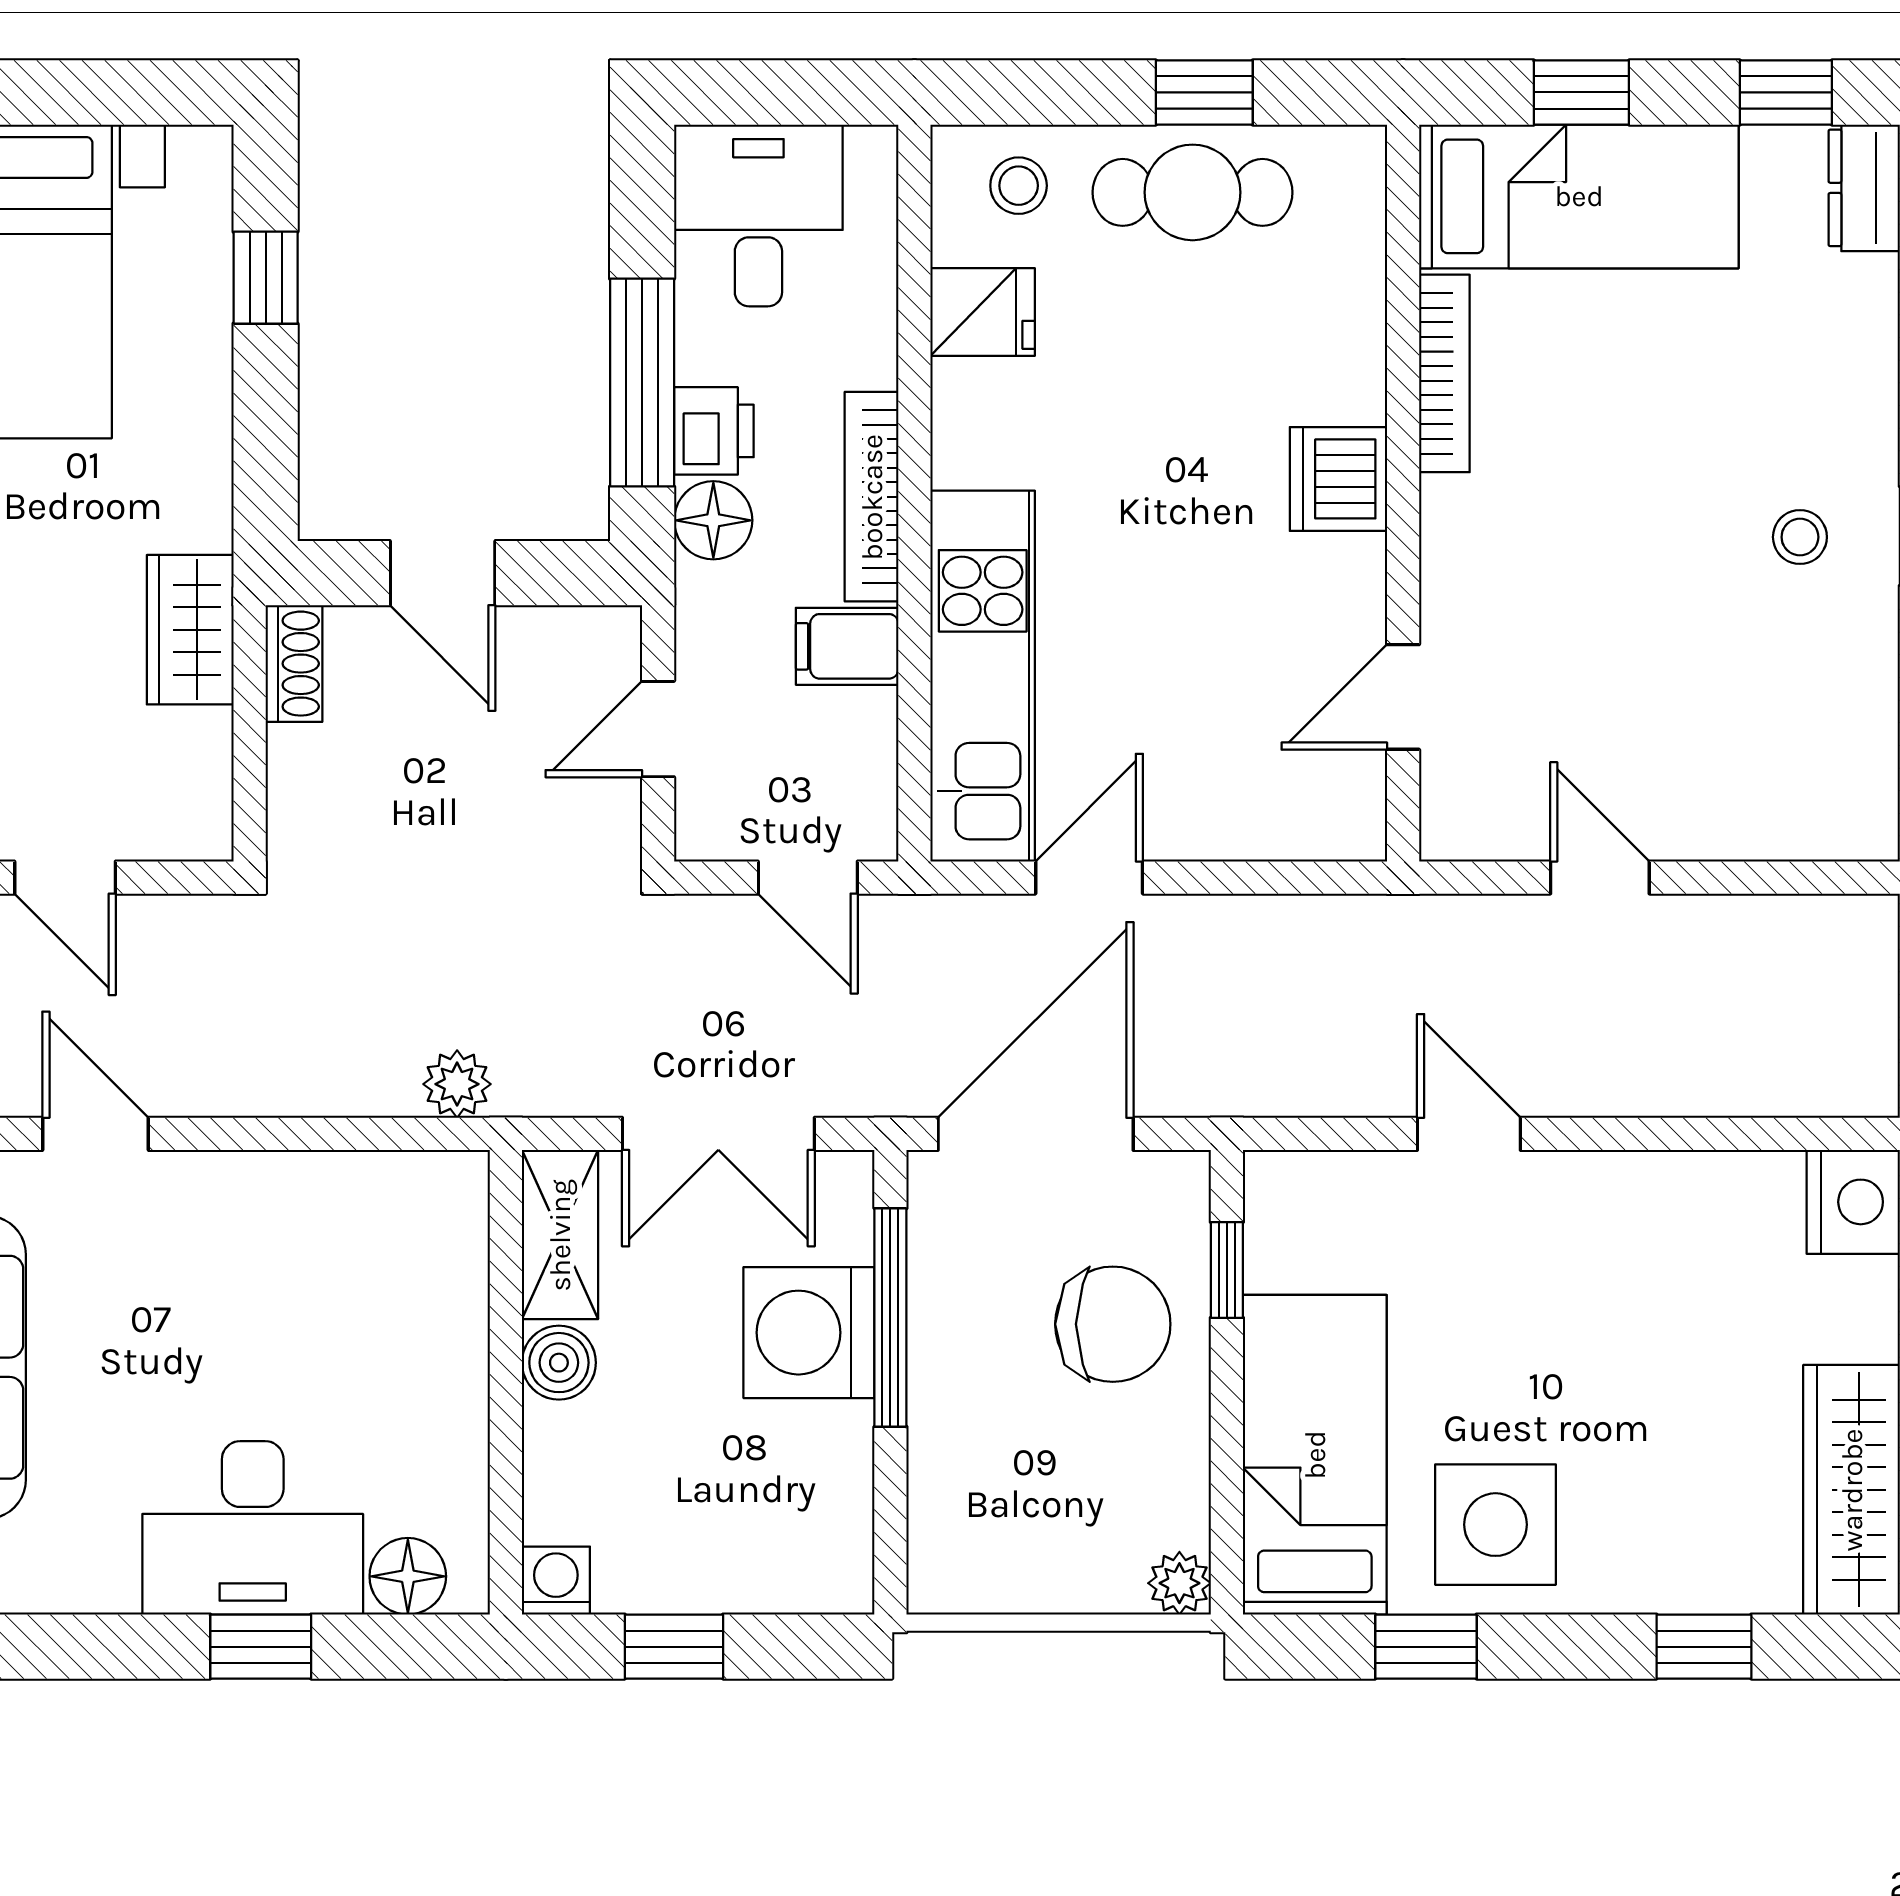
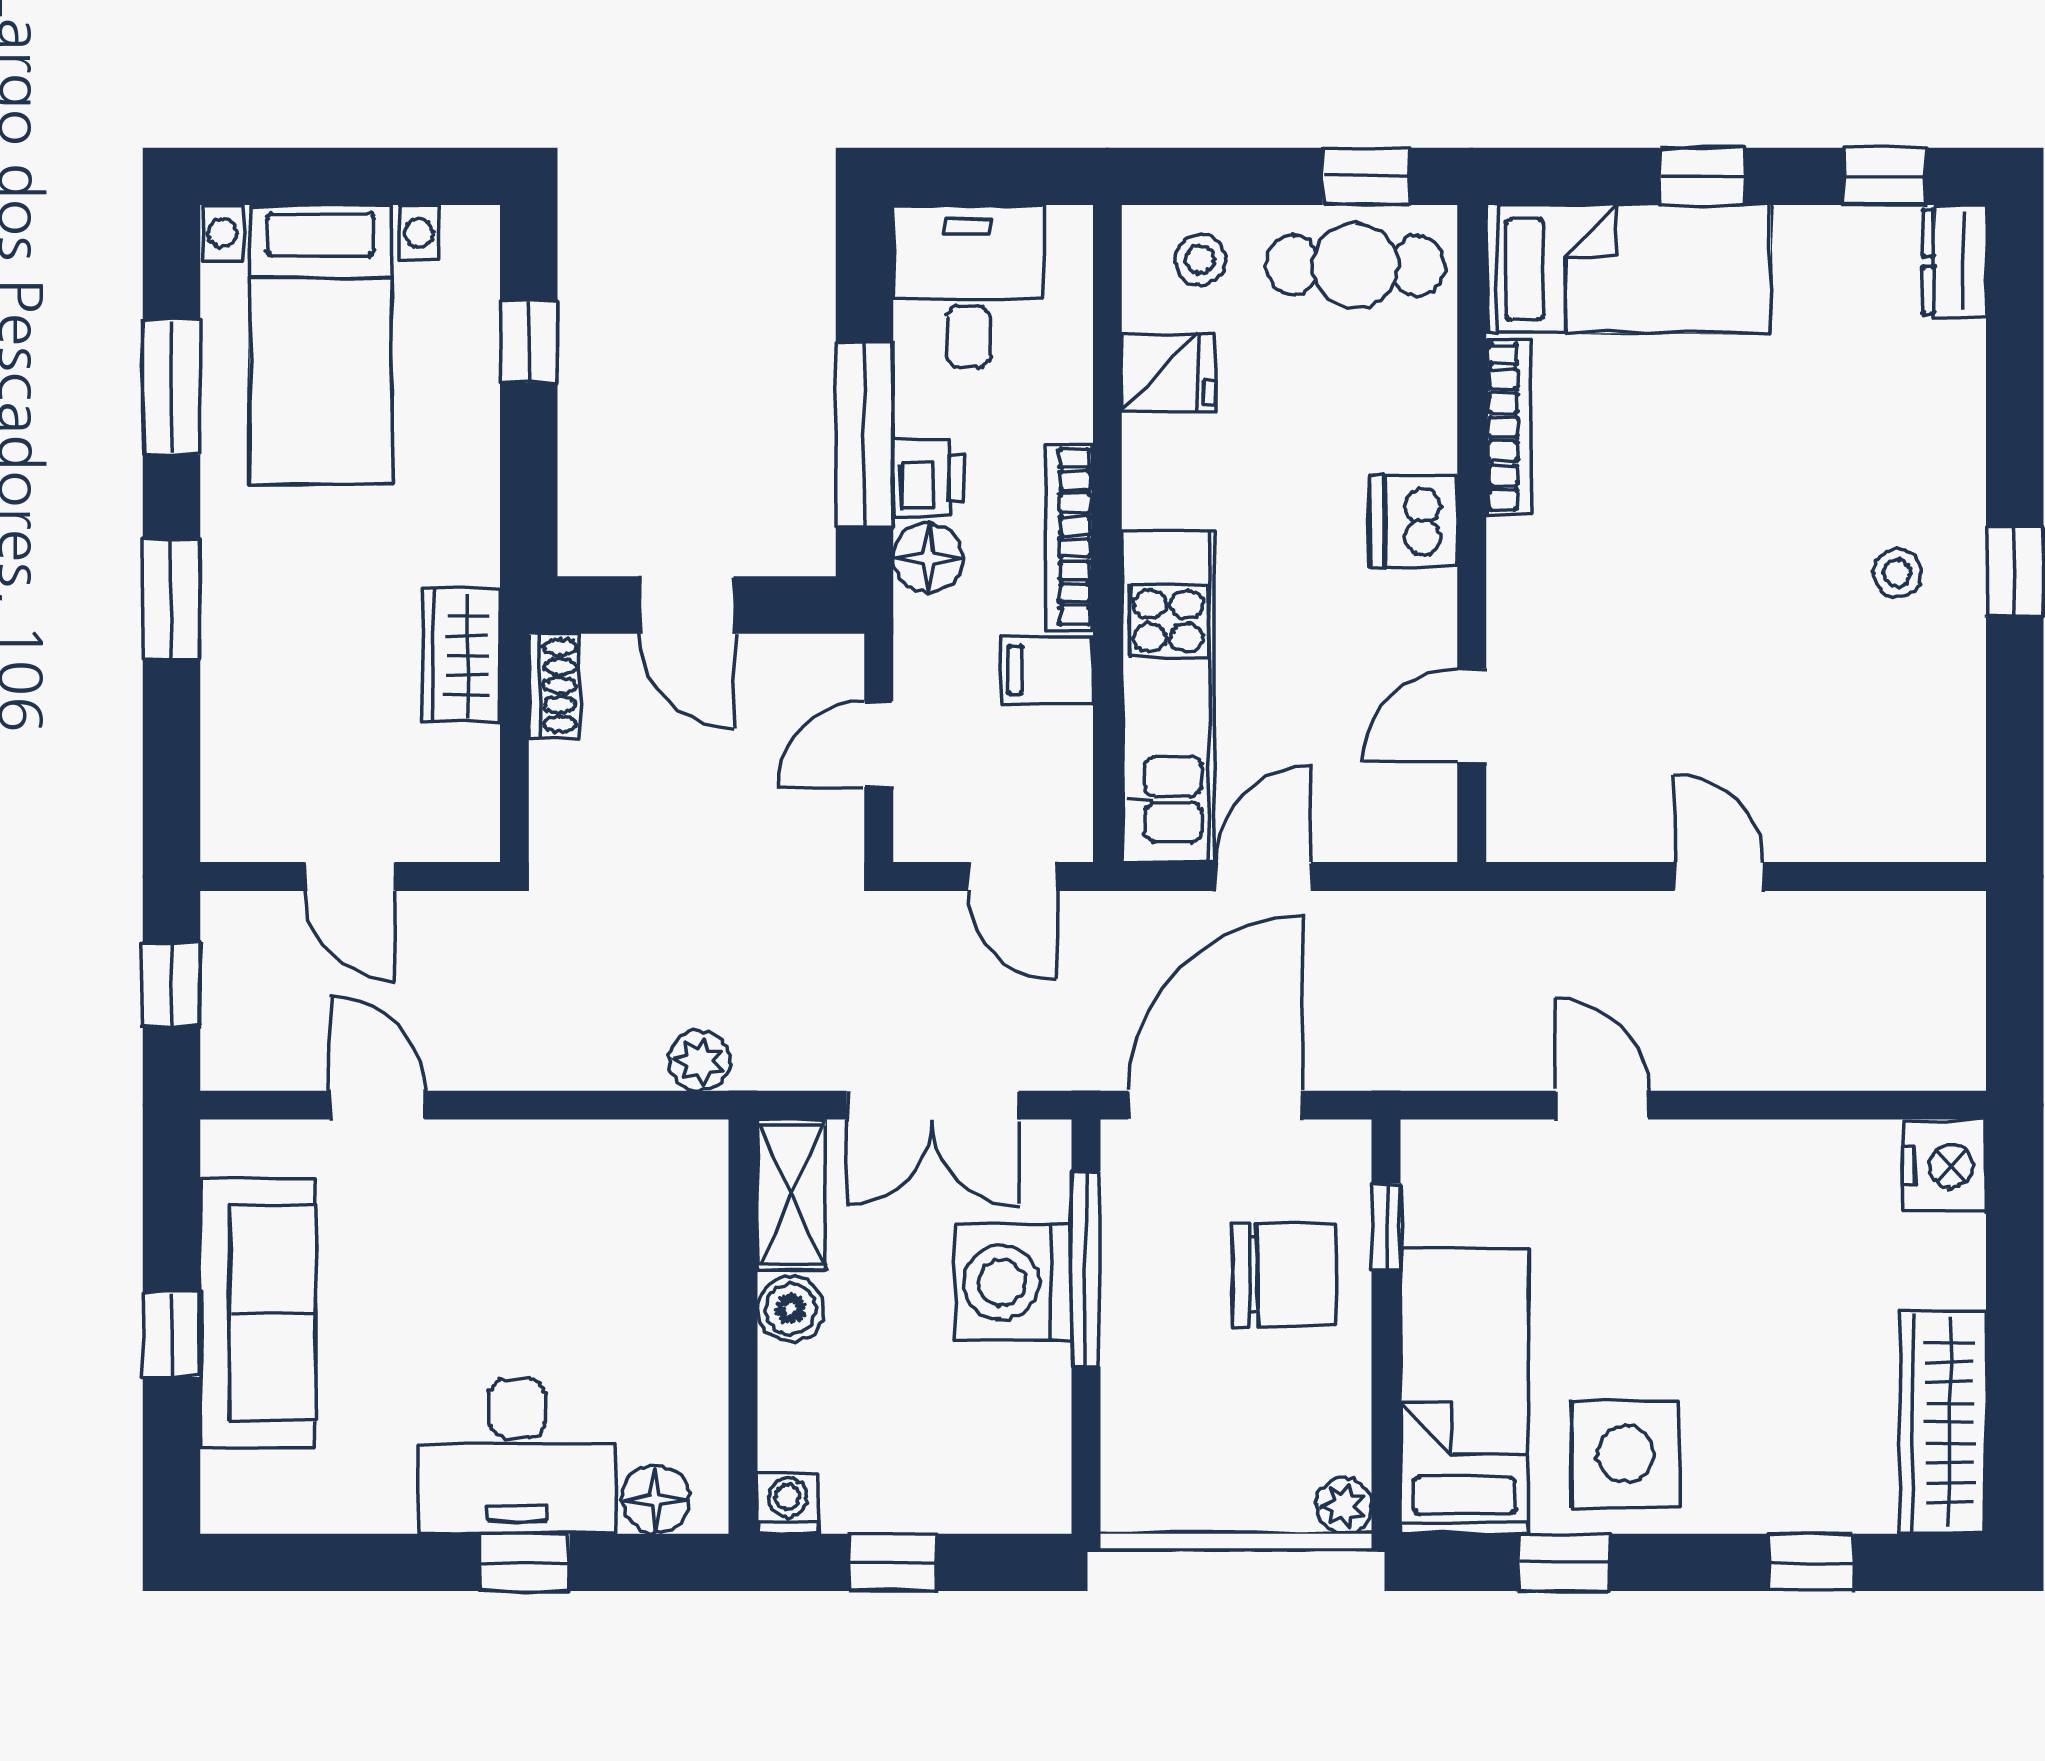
bed: (1579, 196) -> (1629, 269), moved
bookcase: (1444, 373) -> (1509, 427), moved
dishwasher: (1338, 479) -> (1414, 521), moved
wall: (1403, 493) -> (1472, 534), moved
door: (1403, 697) -> (1472, 715), moved

